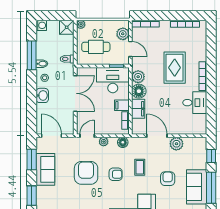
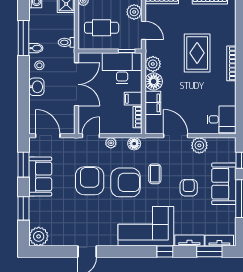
desk: (195, 103) -> (222, 119), moved
armchair: (116, 174) -> (125, 182), width x1.88, depth x1.88
sofa: (197, 187) -> (224, 184), moved

